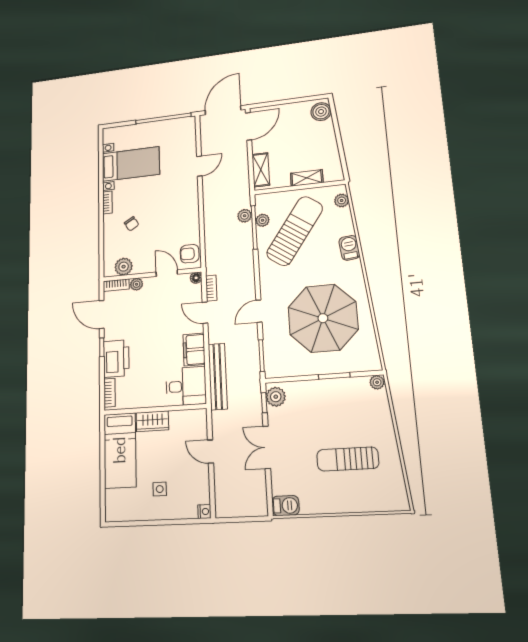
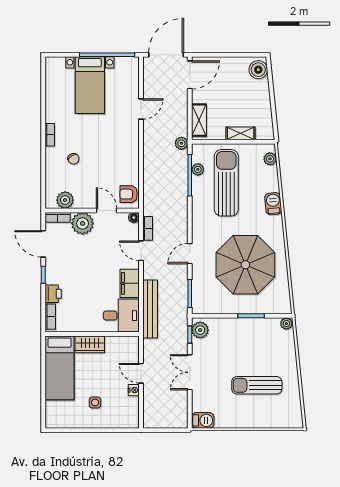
bed with nightstands: (131, 164) -> (90, 85), moved, turned 90
plant: (245, 216) -> (181, 143), moved
sun lounger: (295, 231) -> (226, 183), turned -35
plant: (136, 284) -> (83, 223), width x1.88, depth x1.88
printer: (116, 358) -> (53, 294), width x0.53, depth x0.68
nightstand: (204, 512) -> (134, 390), moved

